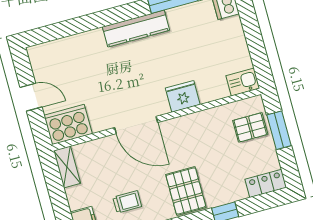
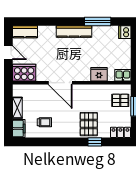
kitchen counter: (50, 52) -> (25, 32), added
fridge: (183, 96) -> (99, 74), moved
shelving: (67, 167) -> (17, 108), moved
pallet: (186, 191) -> (89, 124), moved

